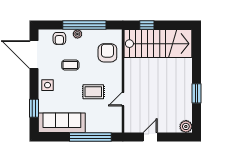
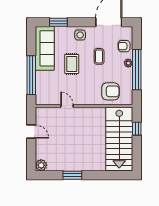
rug: (93, 92) -> (72, 64), moved

